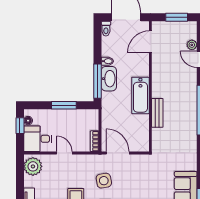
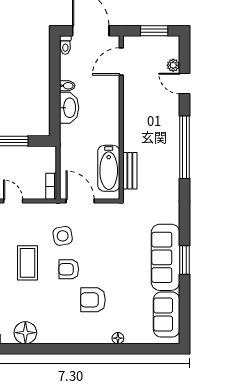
window: (97, 81) -> (55, 111), removed
bathtub: (140, 95) -> (109, 168), moved
bench: (157, 113) -> (130, 171), moved

